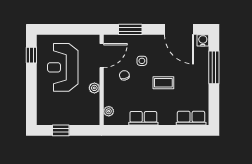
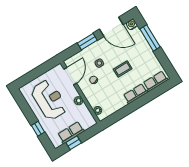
window: (130, 29) -> (87, 42), moved
window: (31, 55) -> (38, 129), moved
reception desk: (63, 67) -> (49, 100), turned 180
row of seats: (65, 118) -> (71, 133), added
row of seats: (143, 118) -> (135, 94), moved

